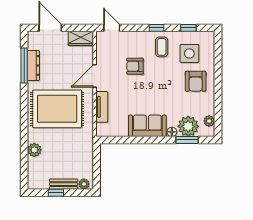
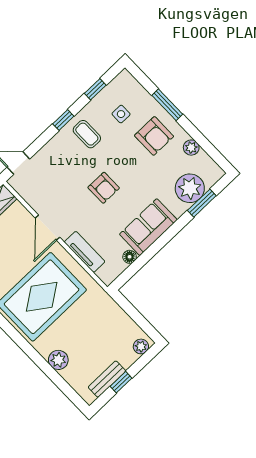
side table: (189, 53) -> (121, 114), width x0.54, depth x0.54
armchair: (135, 66) -> (104, 188), moved, turned -90
window: (218, 72) -> (167, 105), added
plant: (209, 121) -> (191, 148), moved
floor lamp: (172, 132) -> (130, 257), moved
bench: (64, 184) -> (107, 379), moved

